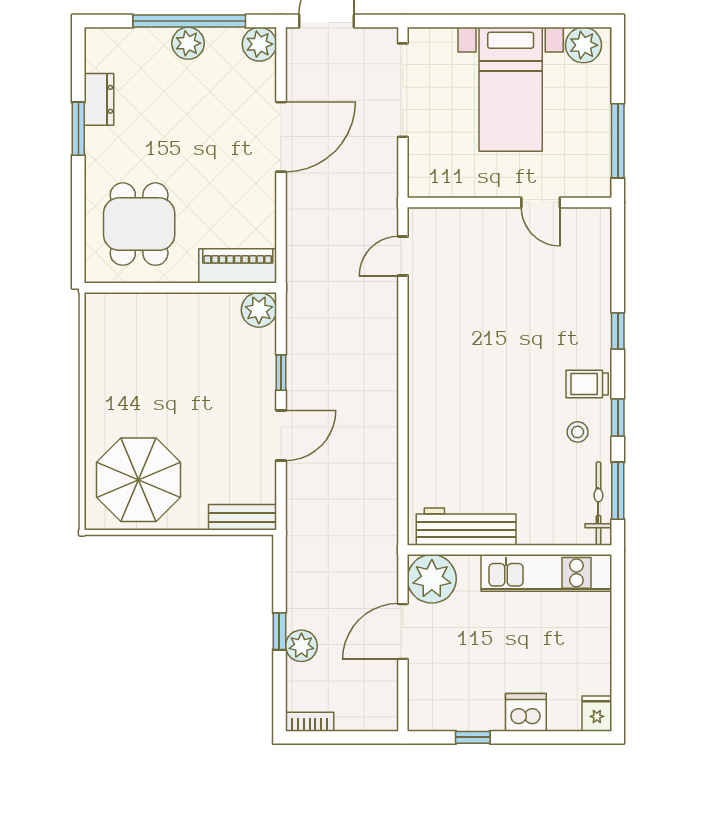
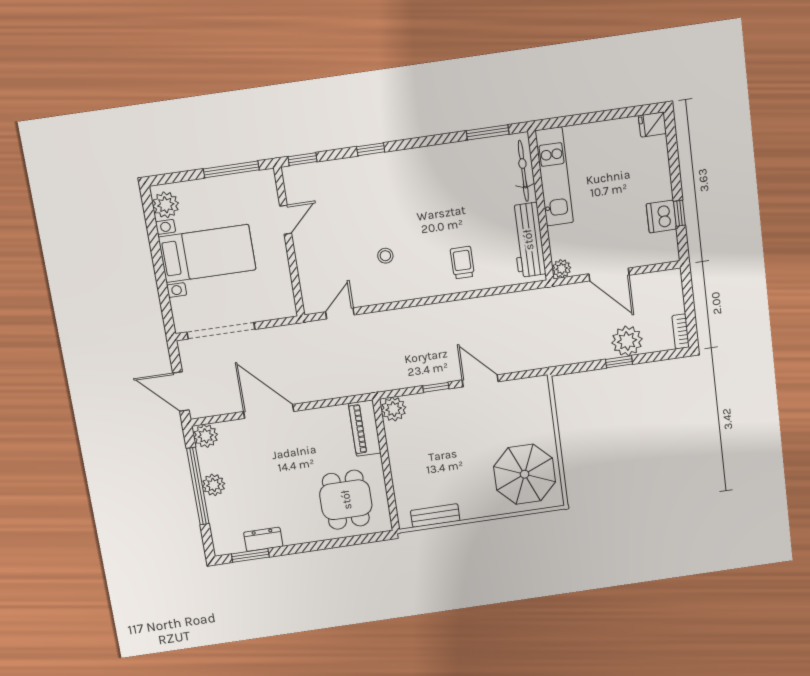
window: (78, 129) -> (250, 555), moved
dining table: (139, 224) -> (346, 500), turned 90
door: (403, 256) -> (340, 313), swing flipped
trolley: (587, 384) -> (462, 263), moved, turned 180
window: (618, 417) -> (302, 159), moved
stool: (578, 432) -> (385, 256), moved
bicycle: (598, 504) -> (523, 171), moved, turned 90
bench: (243, 517) -> (435, 516), moved, turned 90
plant: (432, 579) -> (562, 269), width x0.53, depth x0.53
plant: (301, 646) -> (627, 341), width x1.36, depth x1.36
dishwasher: (526, 712) -> (661, 216), moved

